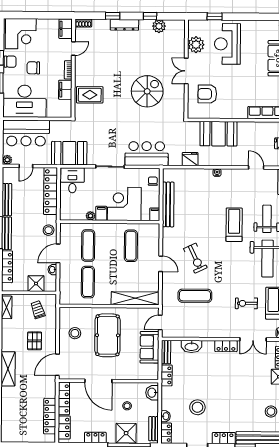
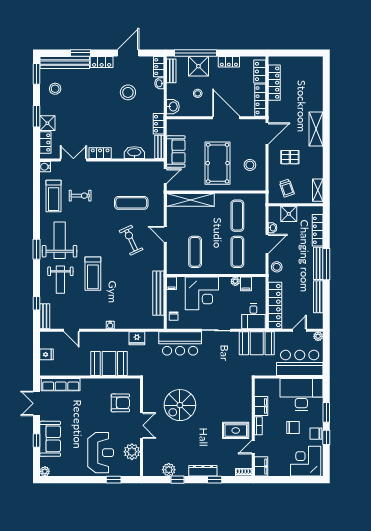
rug: (90, 95) -> (236, 430), moved
filing cabinet: (101, 213) -> (246, 284), moved
pallet: (34, 341) -> (290, 157), turned 90

